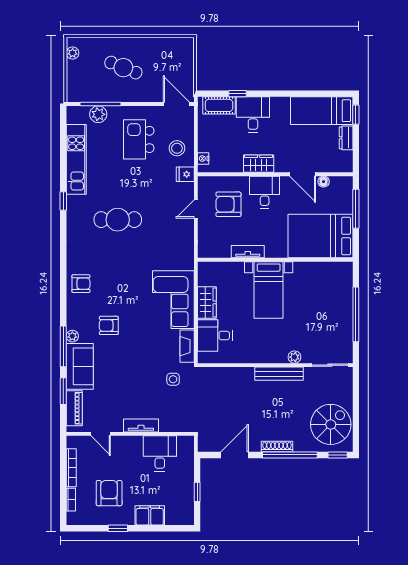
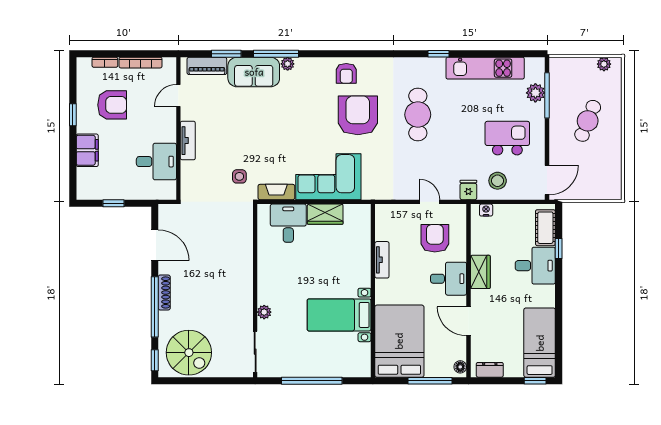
dresser: (346, 138) -> (490, 370), moved
door: (303, 174) -> (468, 321), hinge flipped
floor lamp: (324, 182) -> (460, 367), moved
bed with nightstands: (269, 290) -> (339, 315), moved
armchair: (109, 325) -> (358, 115), moved, width x1.88, depth x1.88
bench: (279, 374) -> (246, 295), removed

